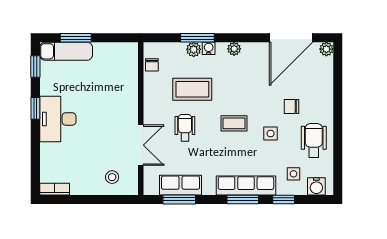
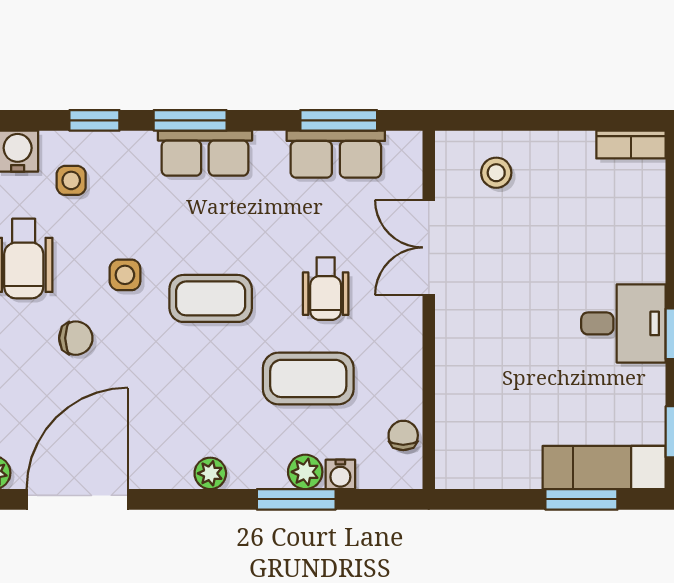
water cooler: (209, 48) -> (340, 474), moved
desk: (58, 119) -> (623, 323), width x0.73
coffee table: (234, 123) -> (211, 298), width x1.36, depth x1.30
row of seats: (246, 185) -> (205, 153), width x0.68

